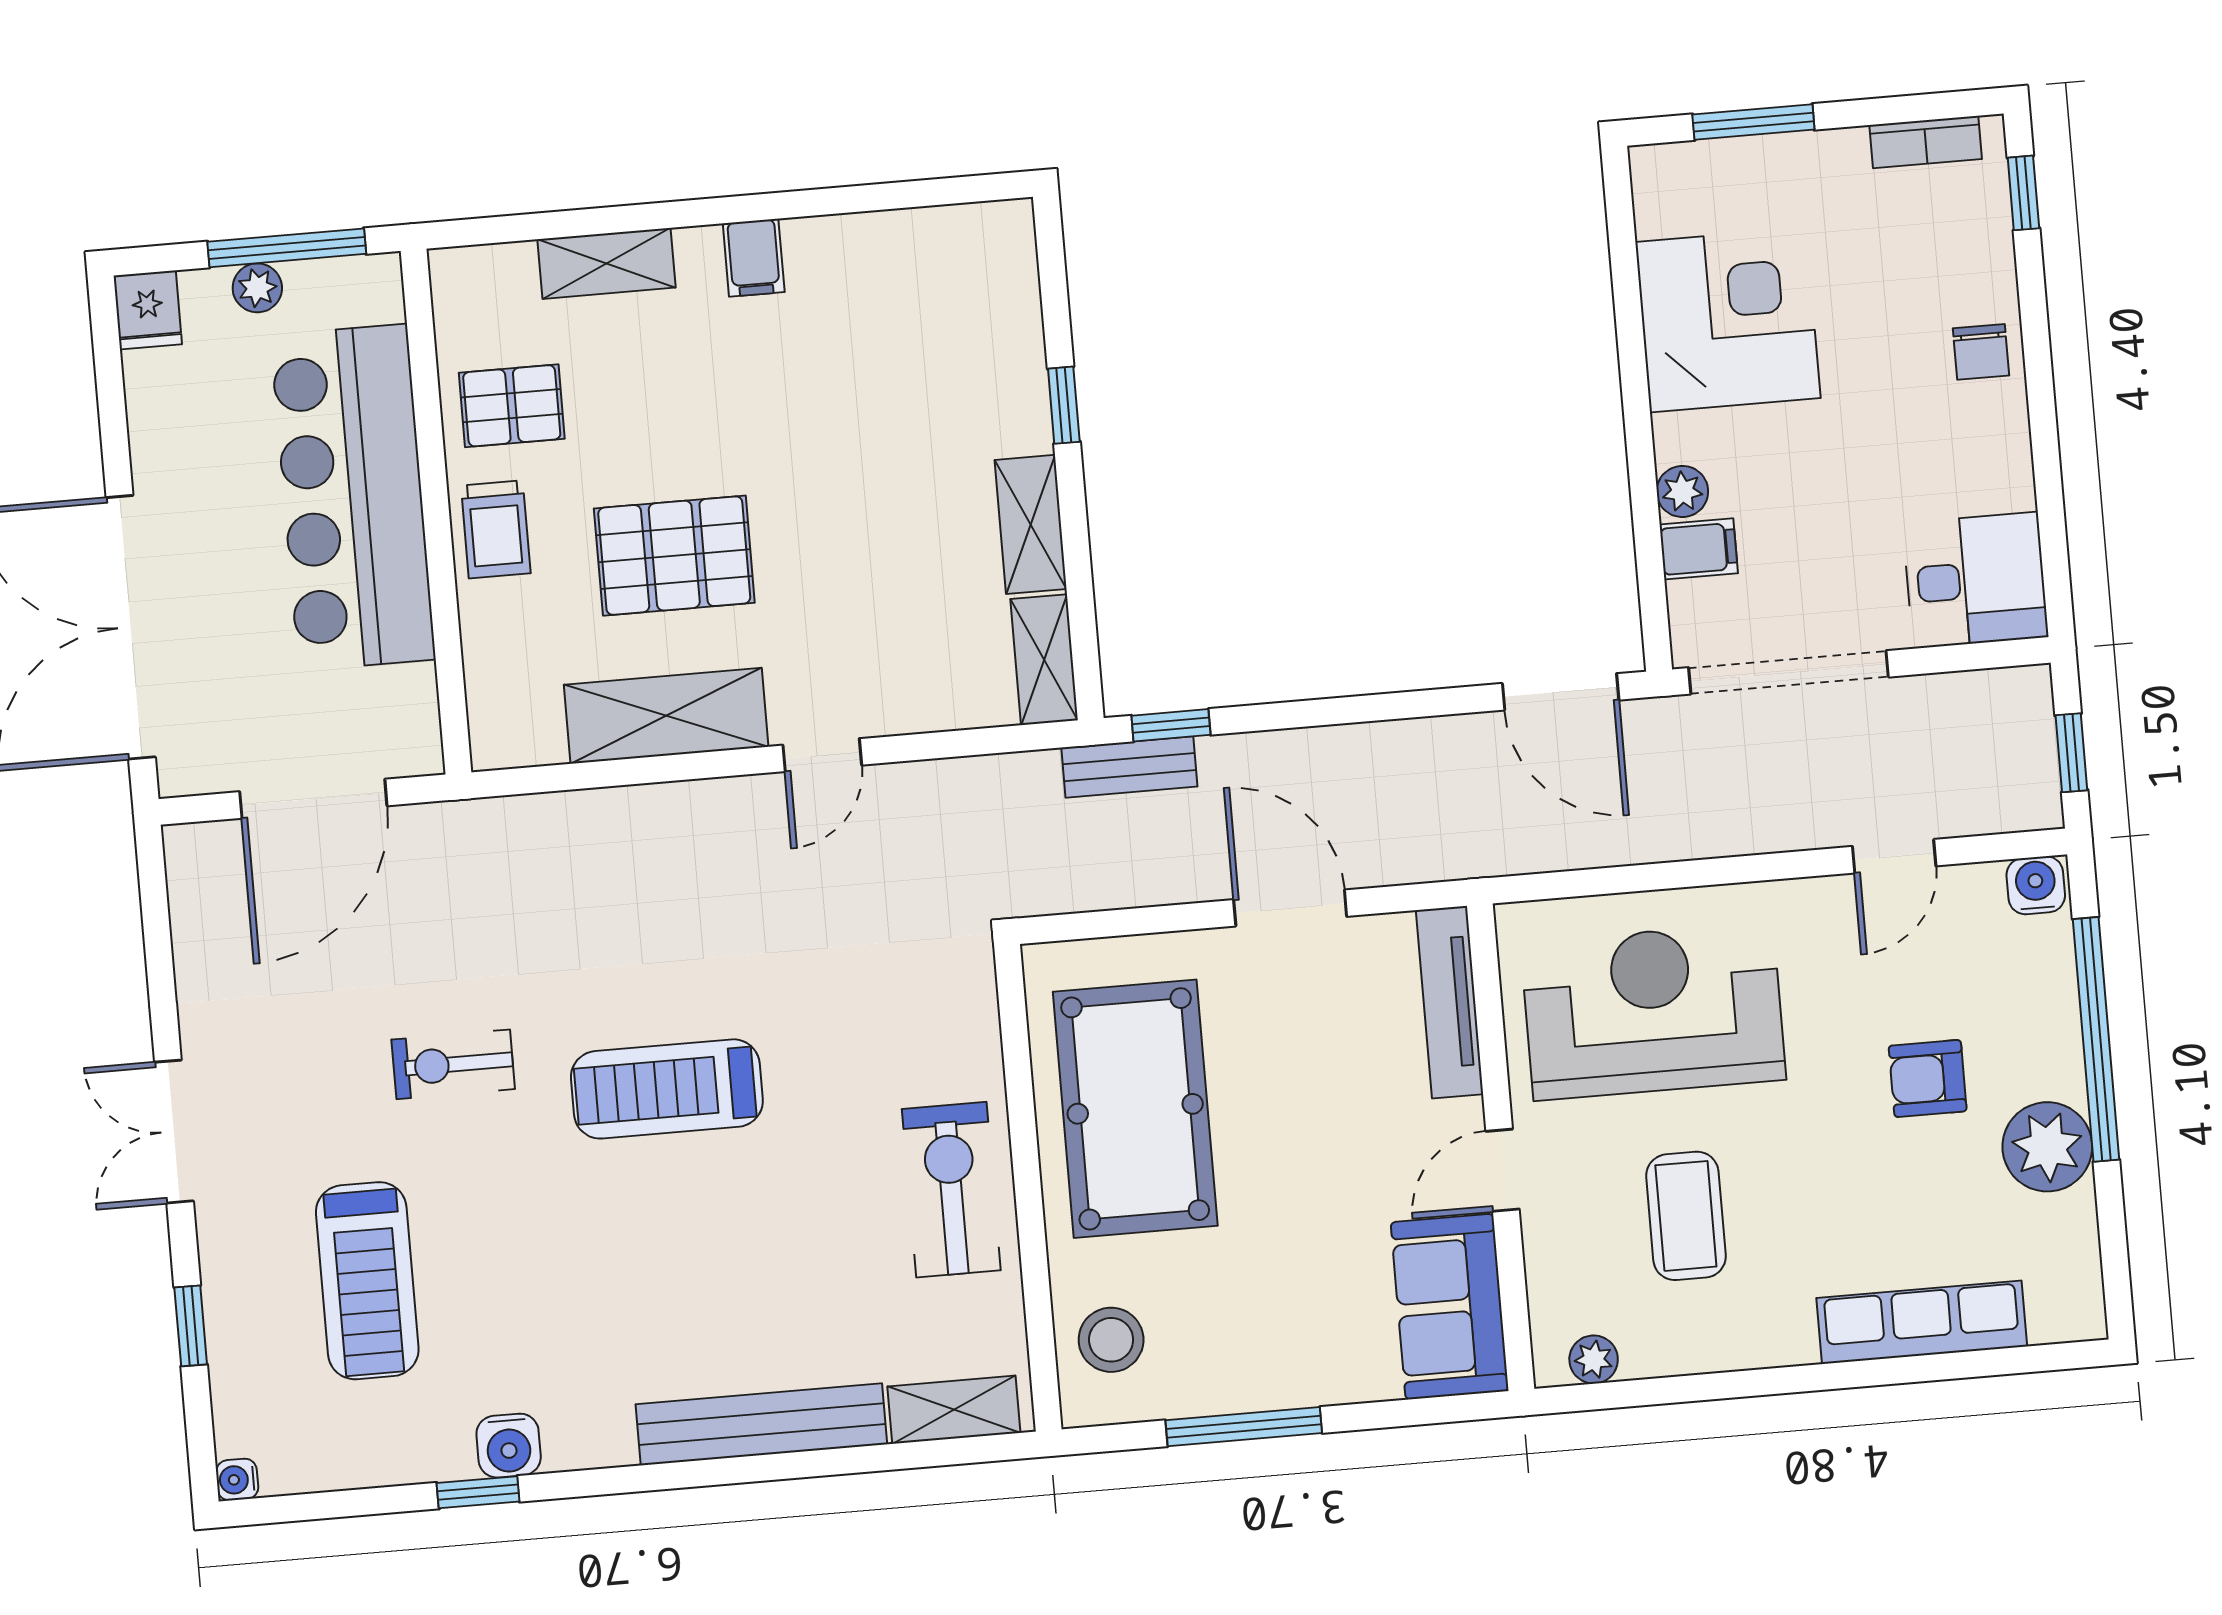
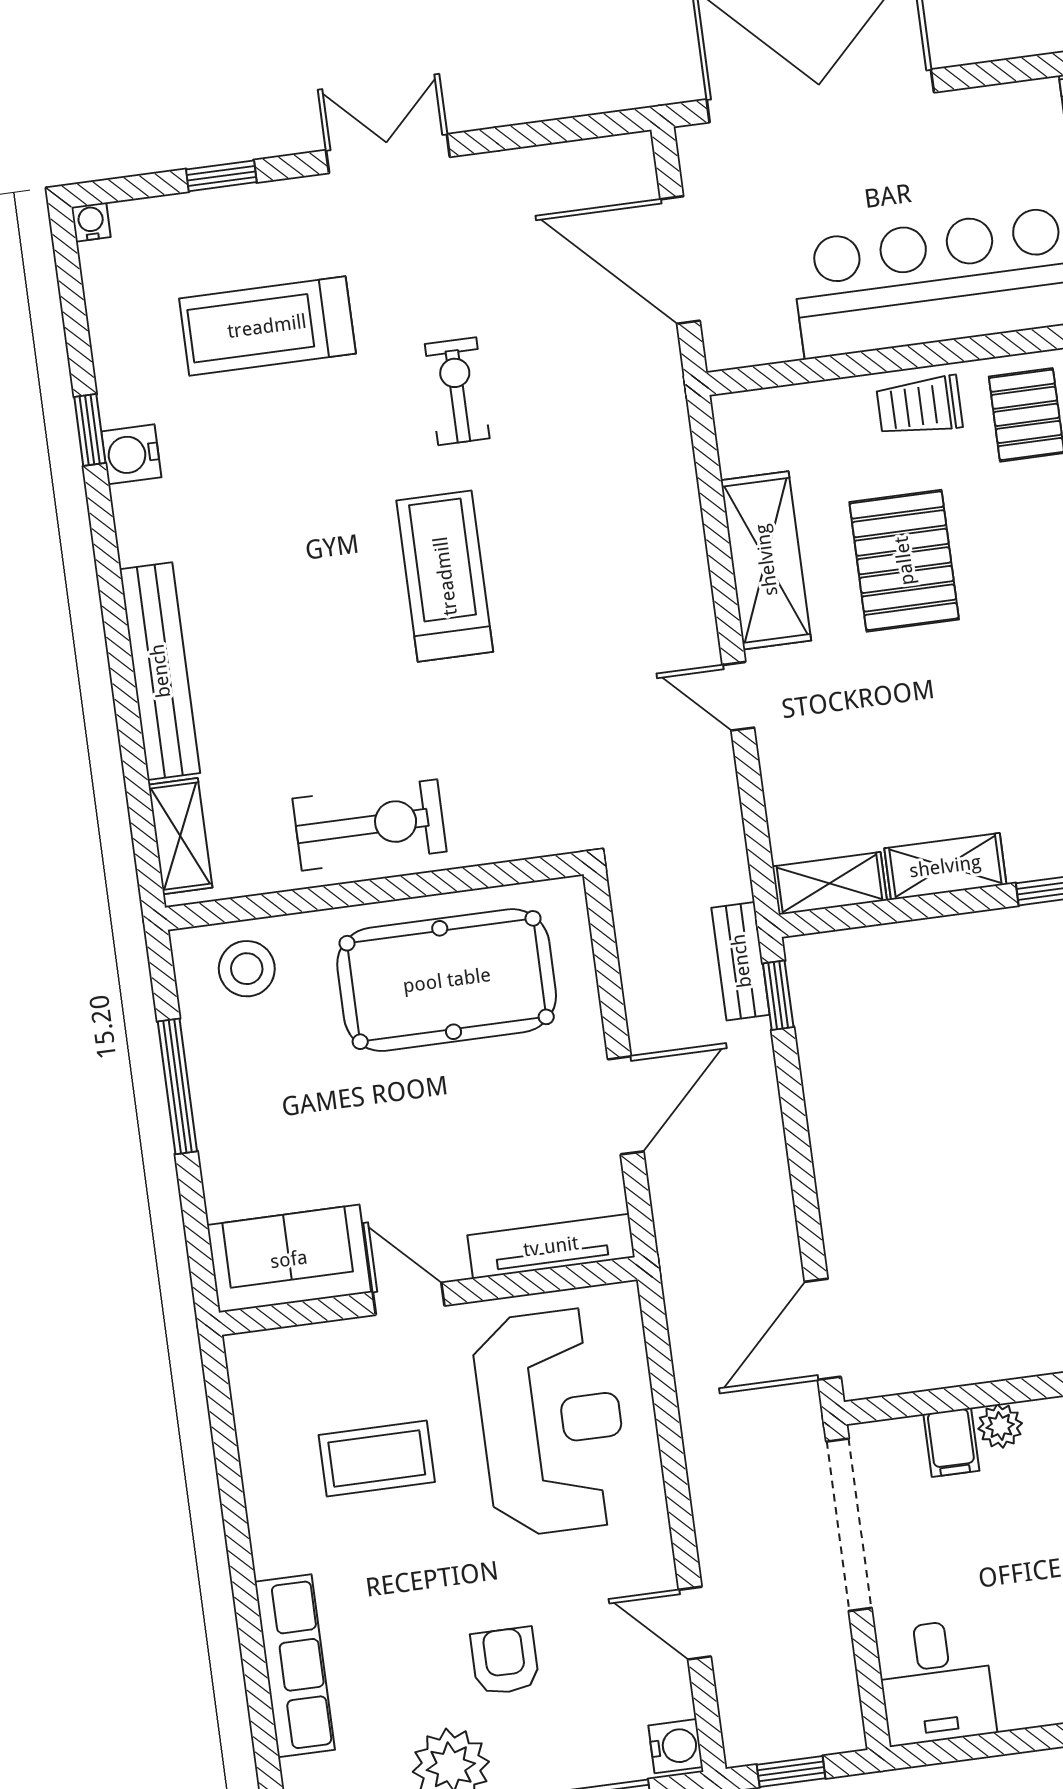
plant: (1594, 1359) -> (249, 1385), removed

